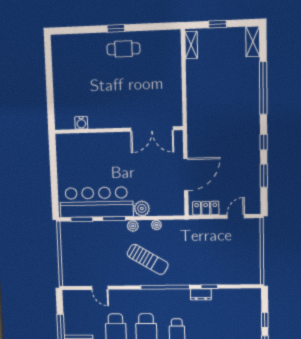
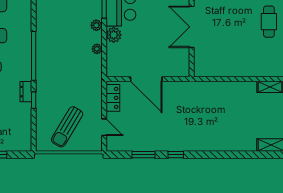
window: (263, 88) -> (227, 155), removed
double door: (152, 129) -> (192, 27), moved
sun lounger: (148, 259) -> (67, 127), moved

